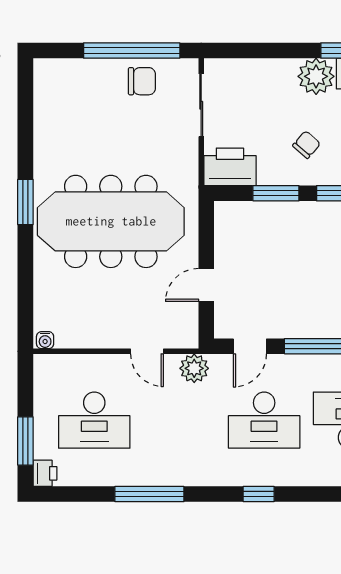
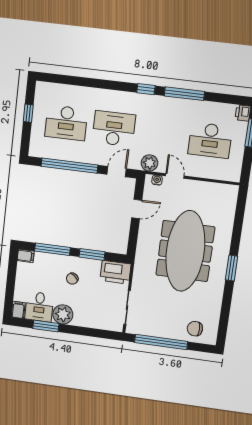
chair: (142, 81) -> (195, 329), moved
meeting table: (111, 221) -> (185, 251), turned 90
water cooler: (45, 340) -> (157, 180), moved
desk: (94, 420) -> (210, 140), turned 180
window: (259, 494) -> (146, 89), moved

